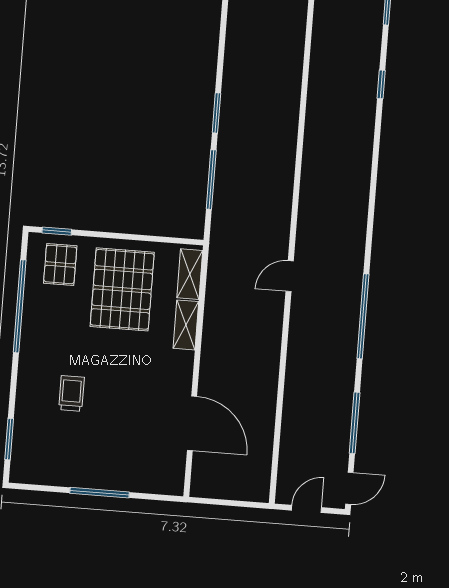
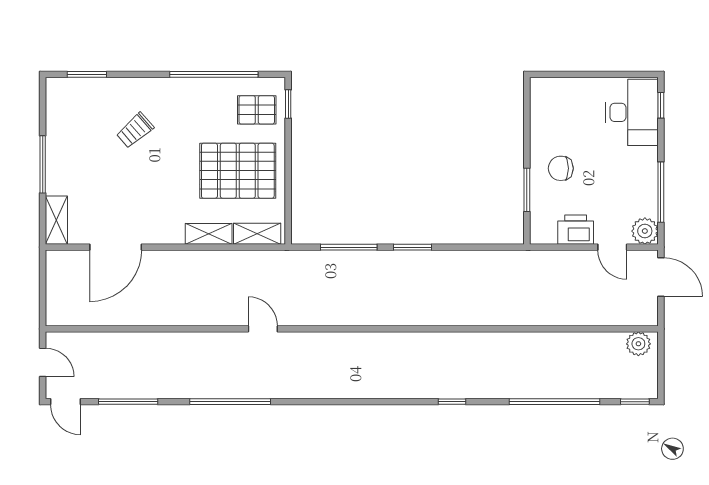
trolley: (72, 393) -> (135, 130), turned 139
shelving: (159, 483) -> (56, 220), added

